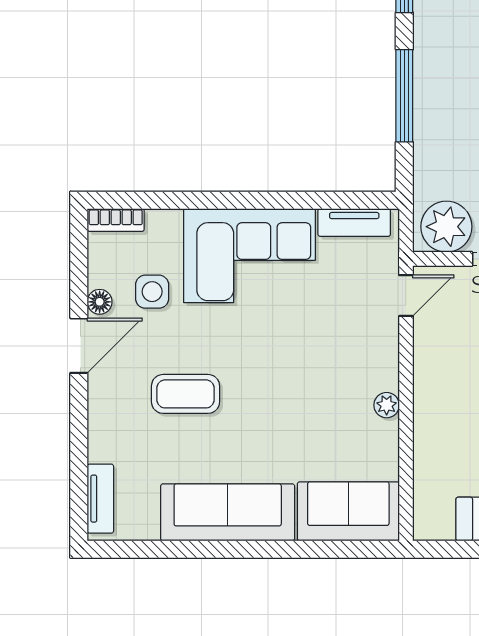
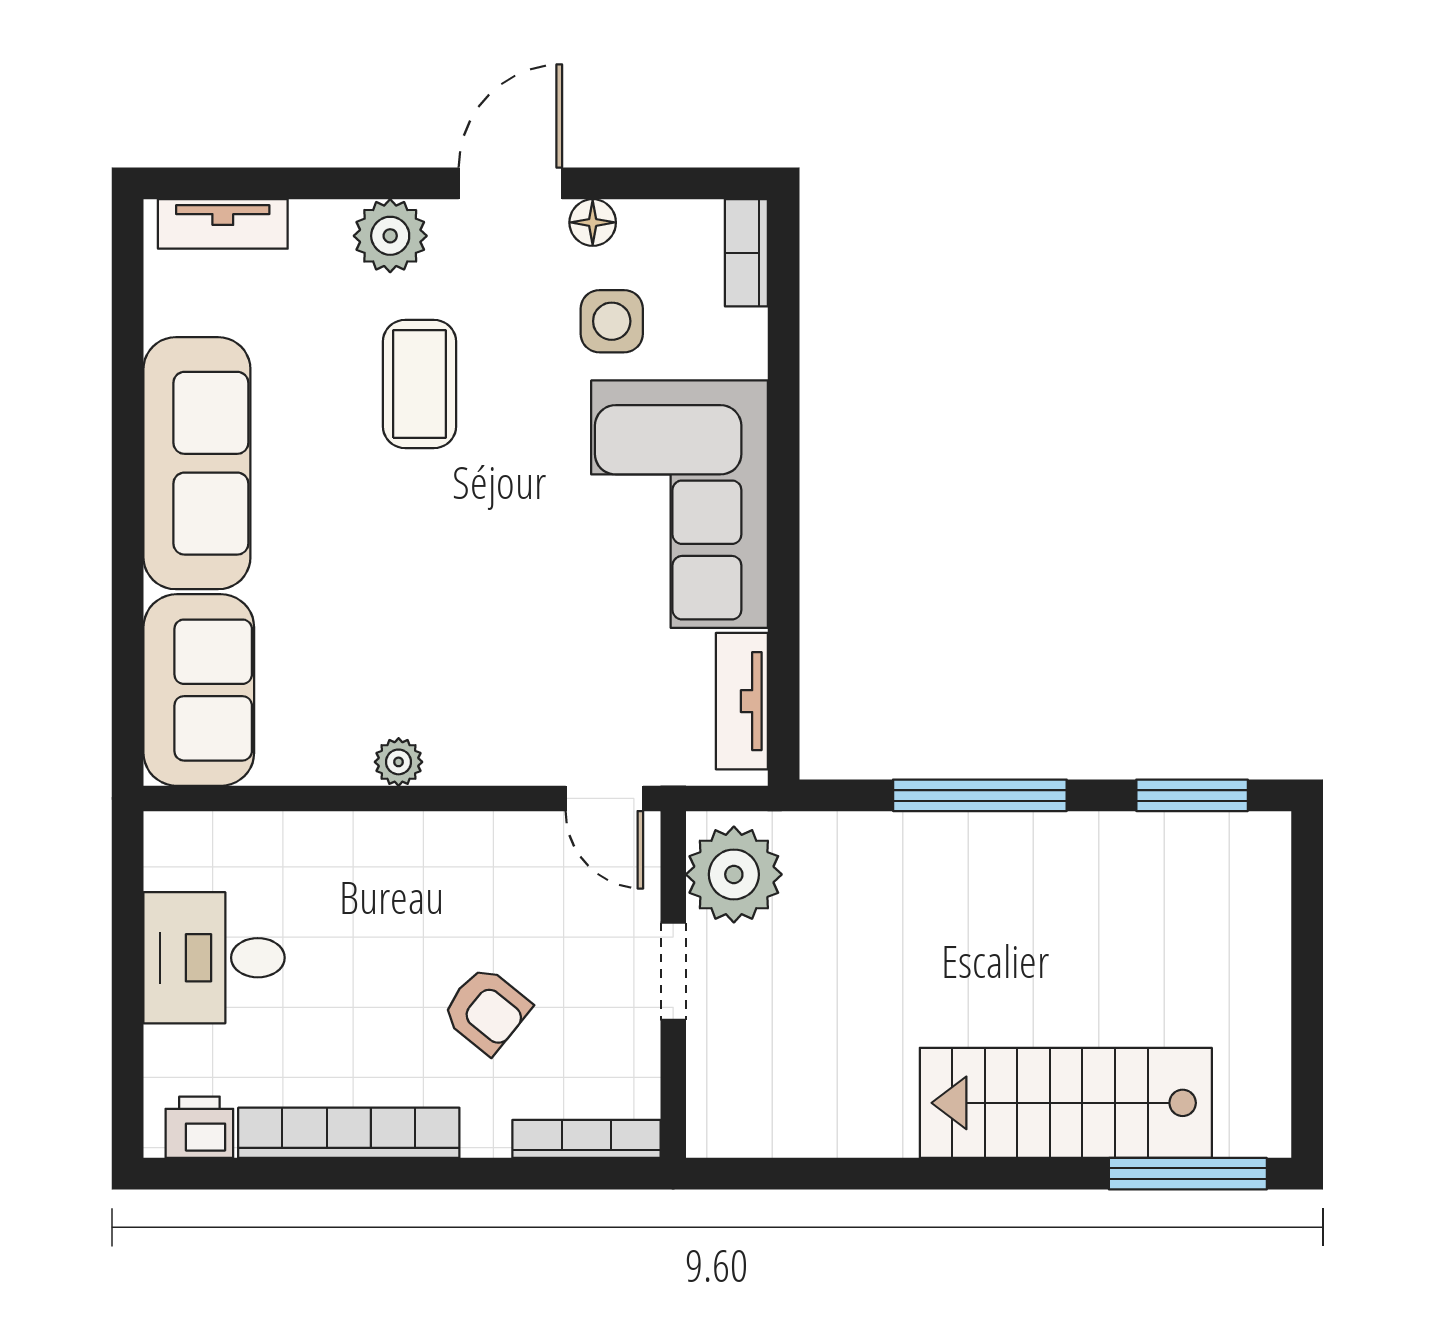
door: (79, 346) -> (510, 183), swing flipped
plant: (107, 409) -> (390, 236), added

